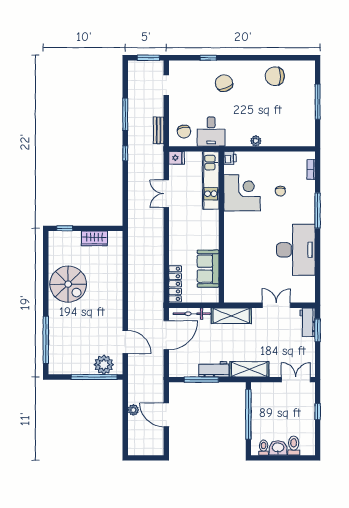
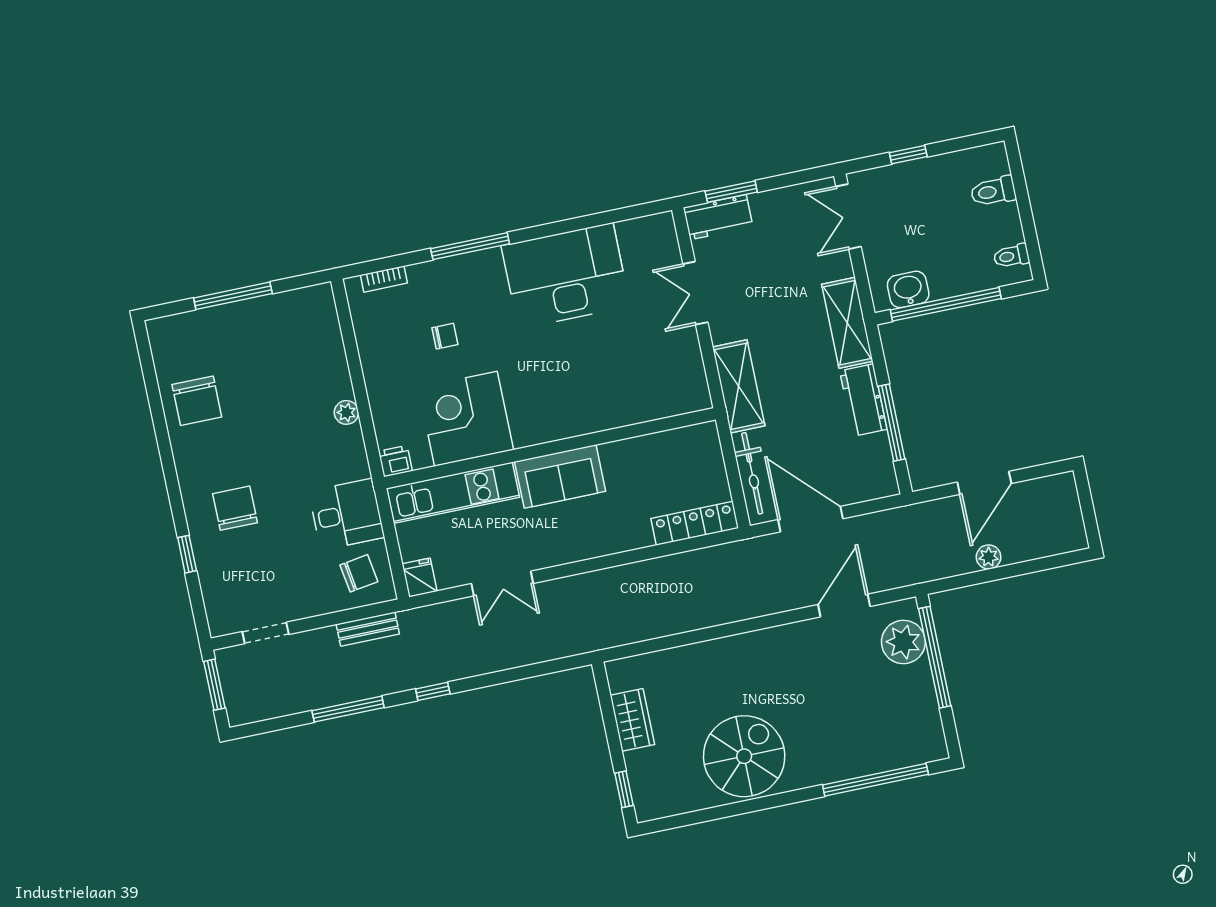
chair: (224, 83) -> (235, 508), turned 109
sofa: (208, 269) -> (560, 476), moved
washbasin: (278, 448) -> (908, 289), moved, turned 90

